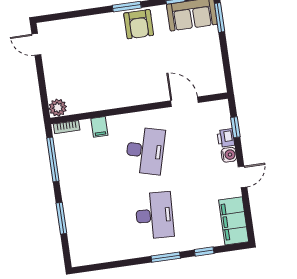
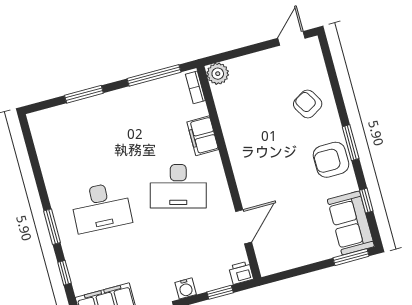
armchair: (91, 38) -> (308, 104), added
filing cabinet: (99, 127) -> (203, 136), width x2.00
printer: (226, 138) -> (241, 273), moved

